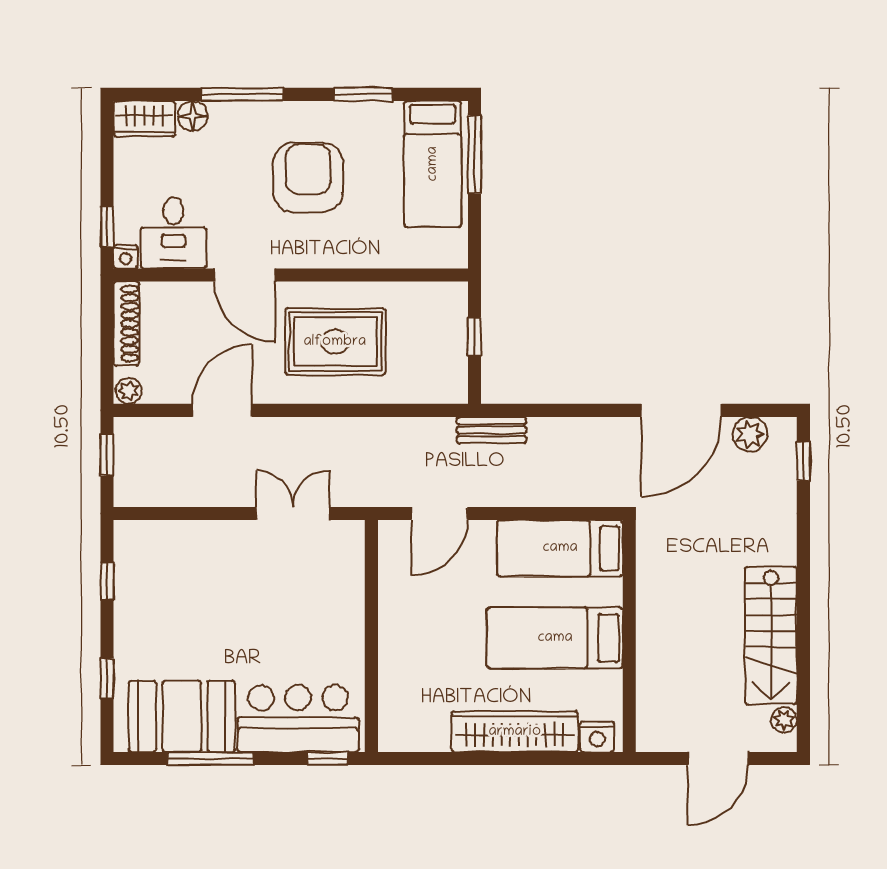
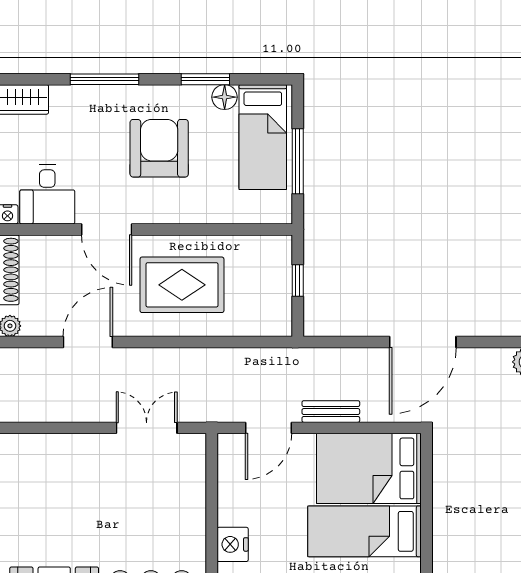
floor lamp: (193, 116) -> (225, 97), moved
window: (474, 154) -> (298, 161), moved
door: (681, 410) -> (423, 342), moved
bench: (491, 430) -> (331, 412), moved
bed: (560, 548) -> (369, 468), width x1.50
nightstand: (396, 654) -> (233, 544), added

